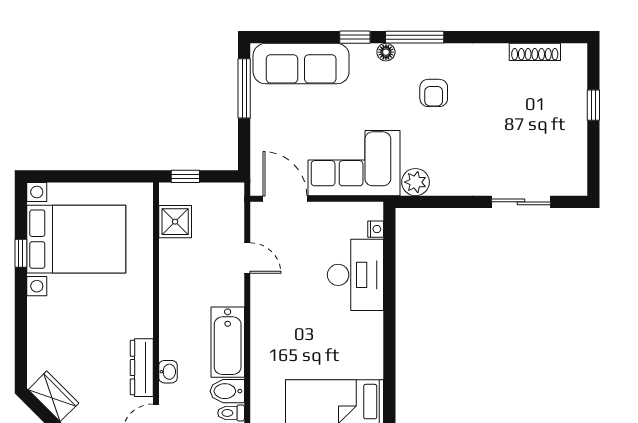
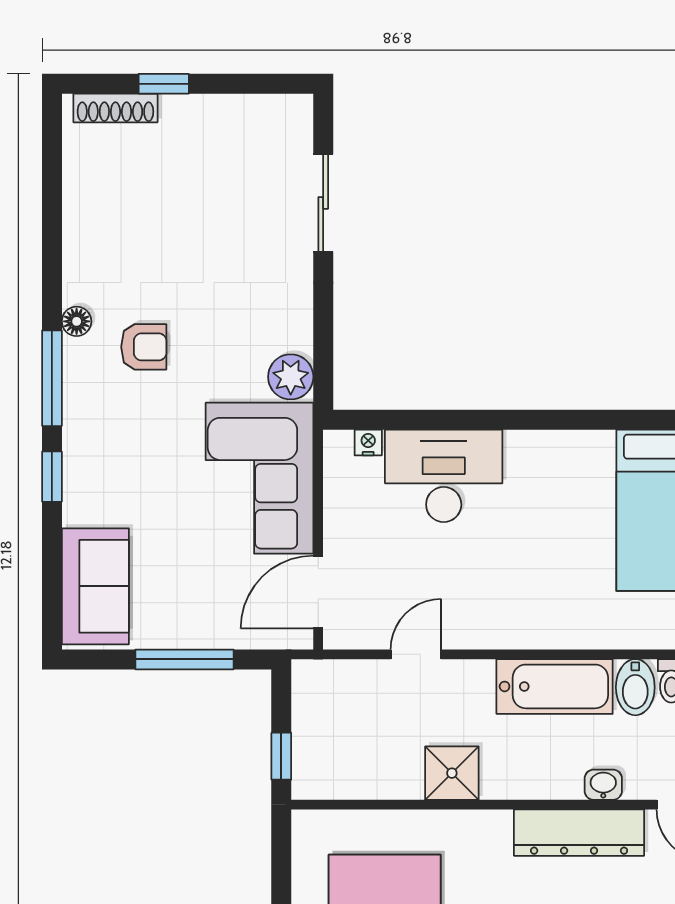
floor lamp: (386, 52) -> (77, 321), moved
shoe rack: (535, 52) -> (115, 108), moved, turned 90
sofa: (301, 64) -> (95, 586), width x0.73
window: (244, 88) -> (185, 659), moved
shower: (175, 222) -> (452, 773), moved
dresser: (142, 368) -> (579, 833), width x1.37, depth x1.24

